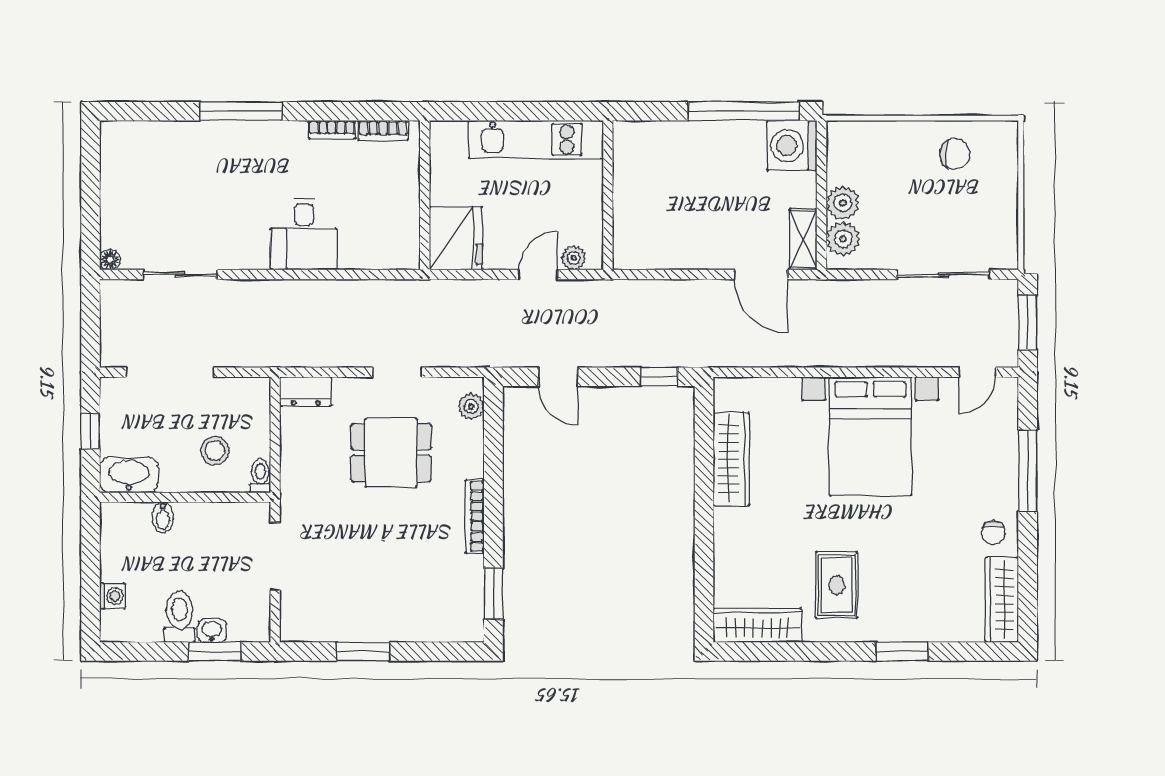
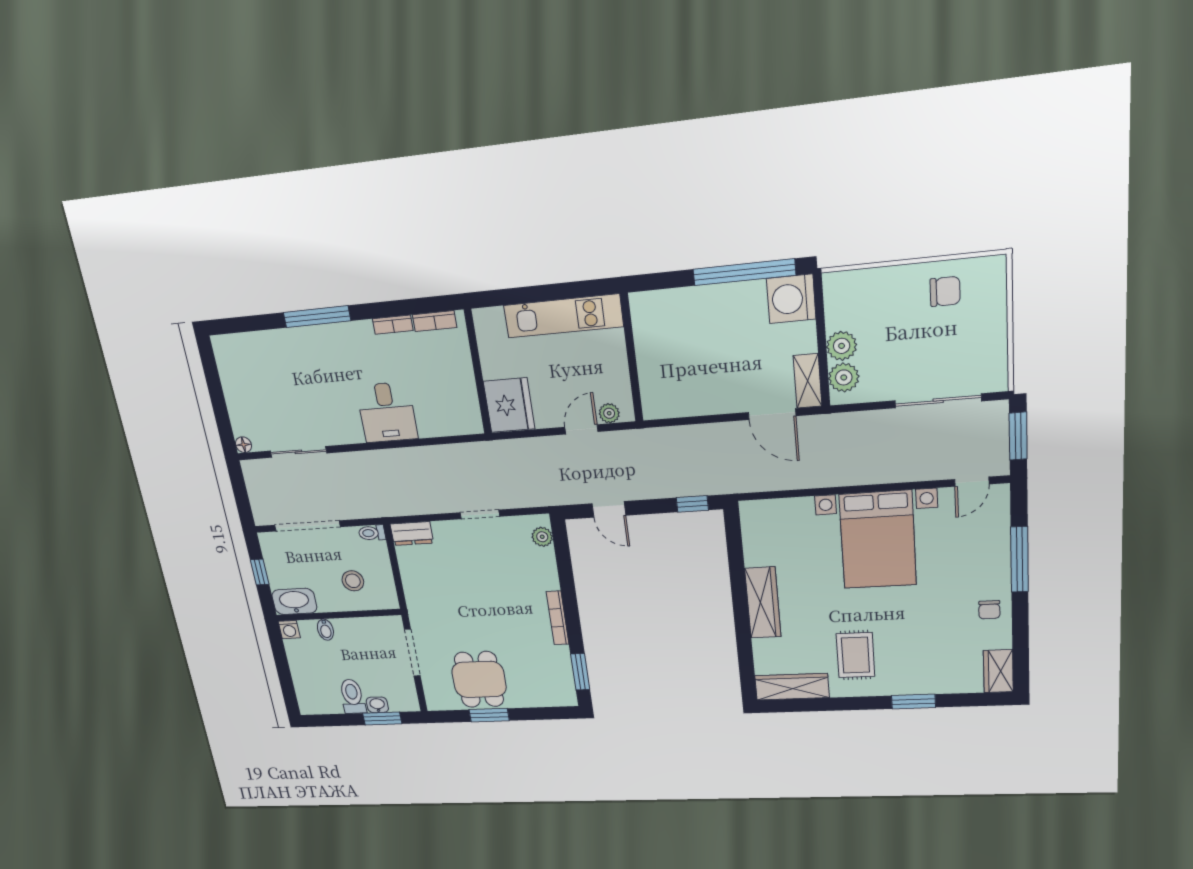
dining table: (391, 453) -> (479, 679), moved, turned 90
wardrobe: (731, 459) -> (763, 603), moved
toilet: (260, 476) -> (372, 533), moved, turned -90
washing machine: (112, 596) -> (289, 630), moved, turned 90
wardrobe: (1002, 600) -> (998, 671), width x0.67

